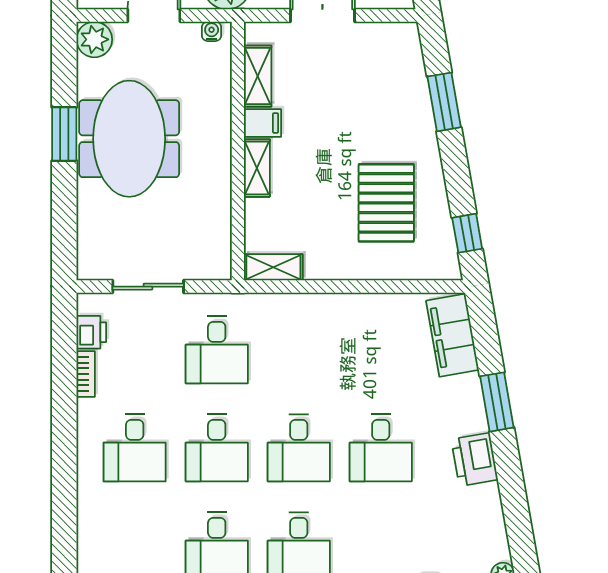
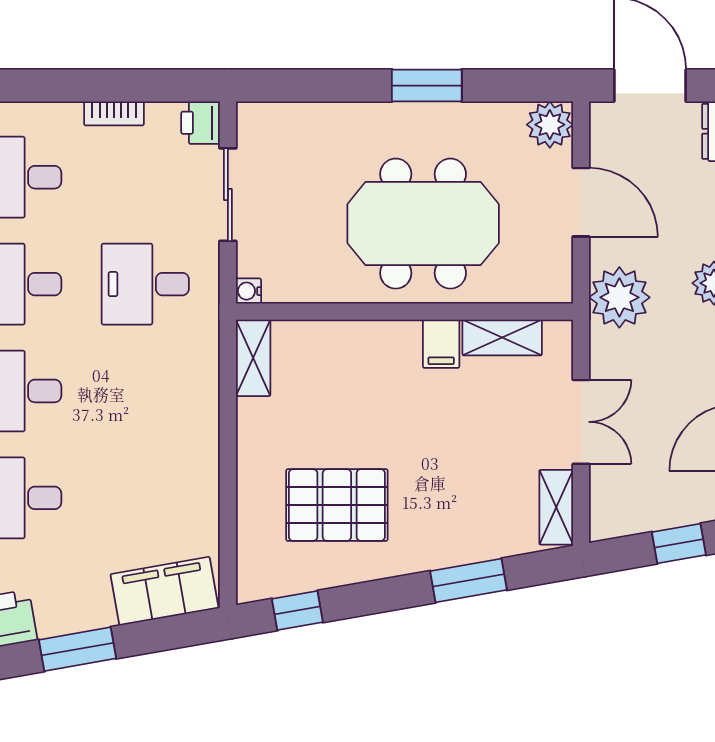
water cooler: (212, 31) -> (248, 291), moved, turned 180
meeting table: (129, 139) -> (423, 224), moved
shelving: (257, 168) -> (556, 507), moved, turned 90
printer: (91, 332) -> (201, 123), moved, turned 90

